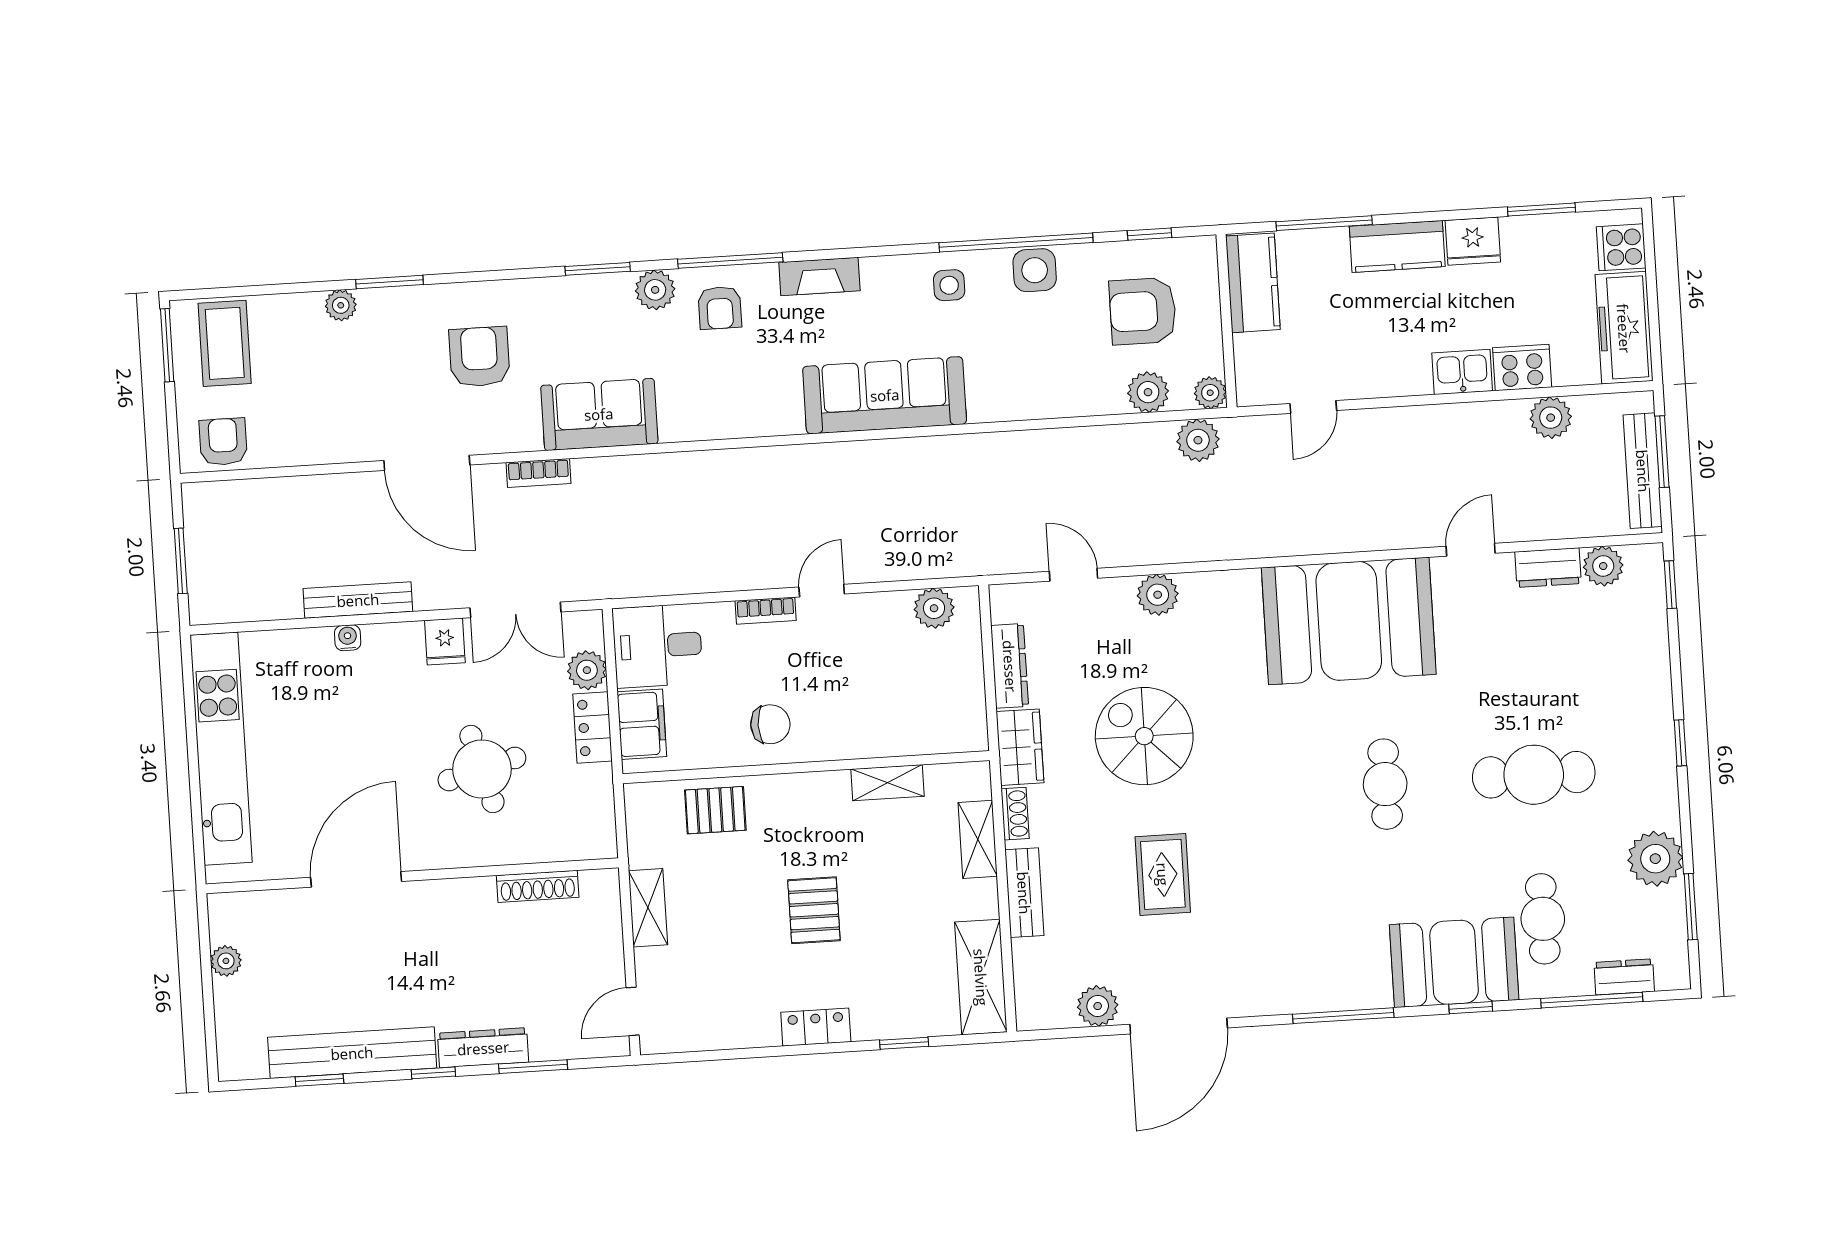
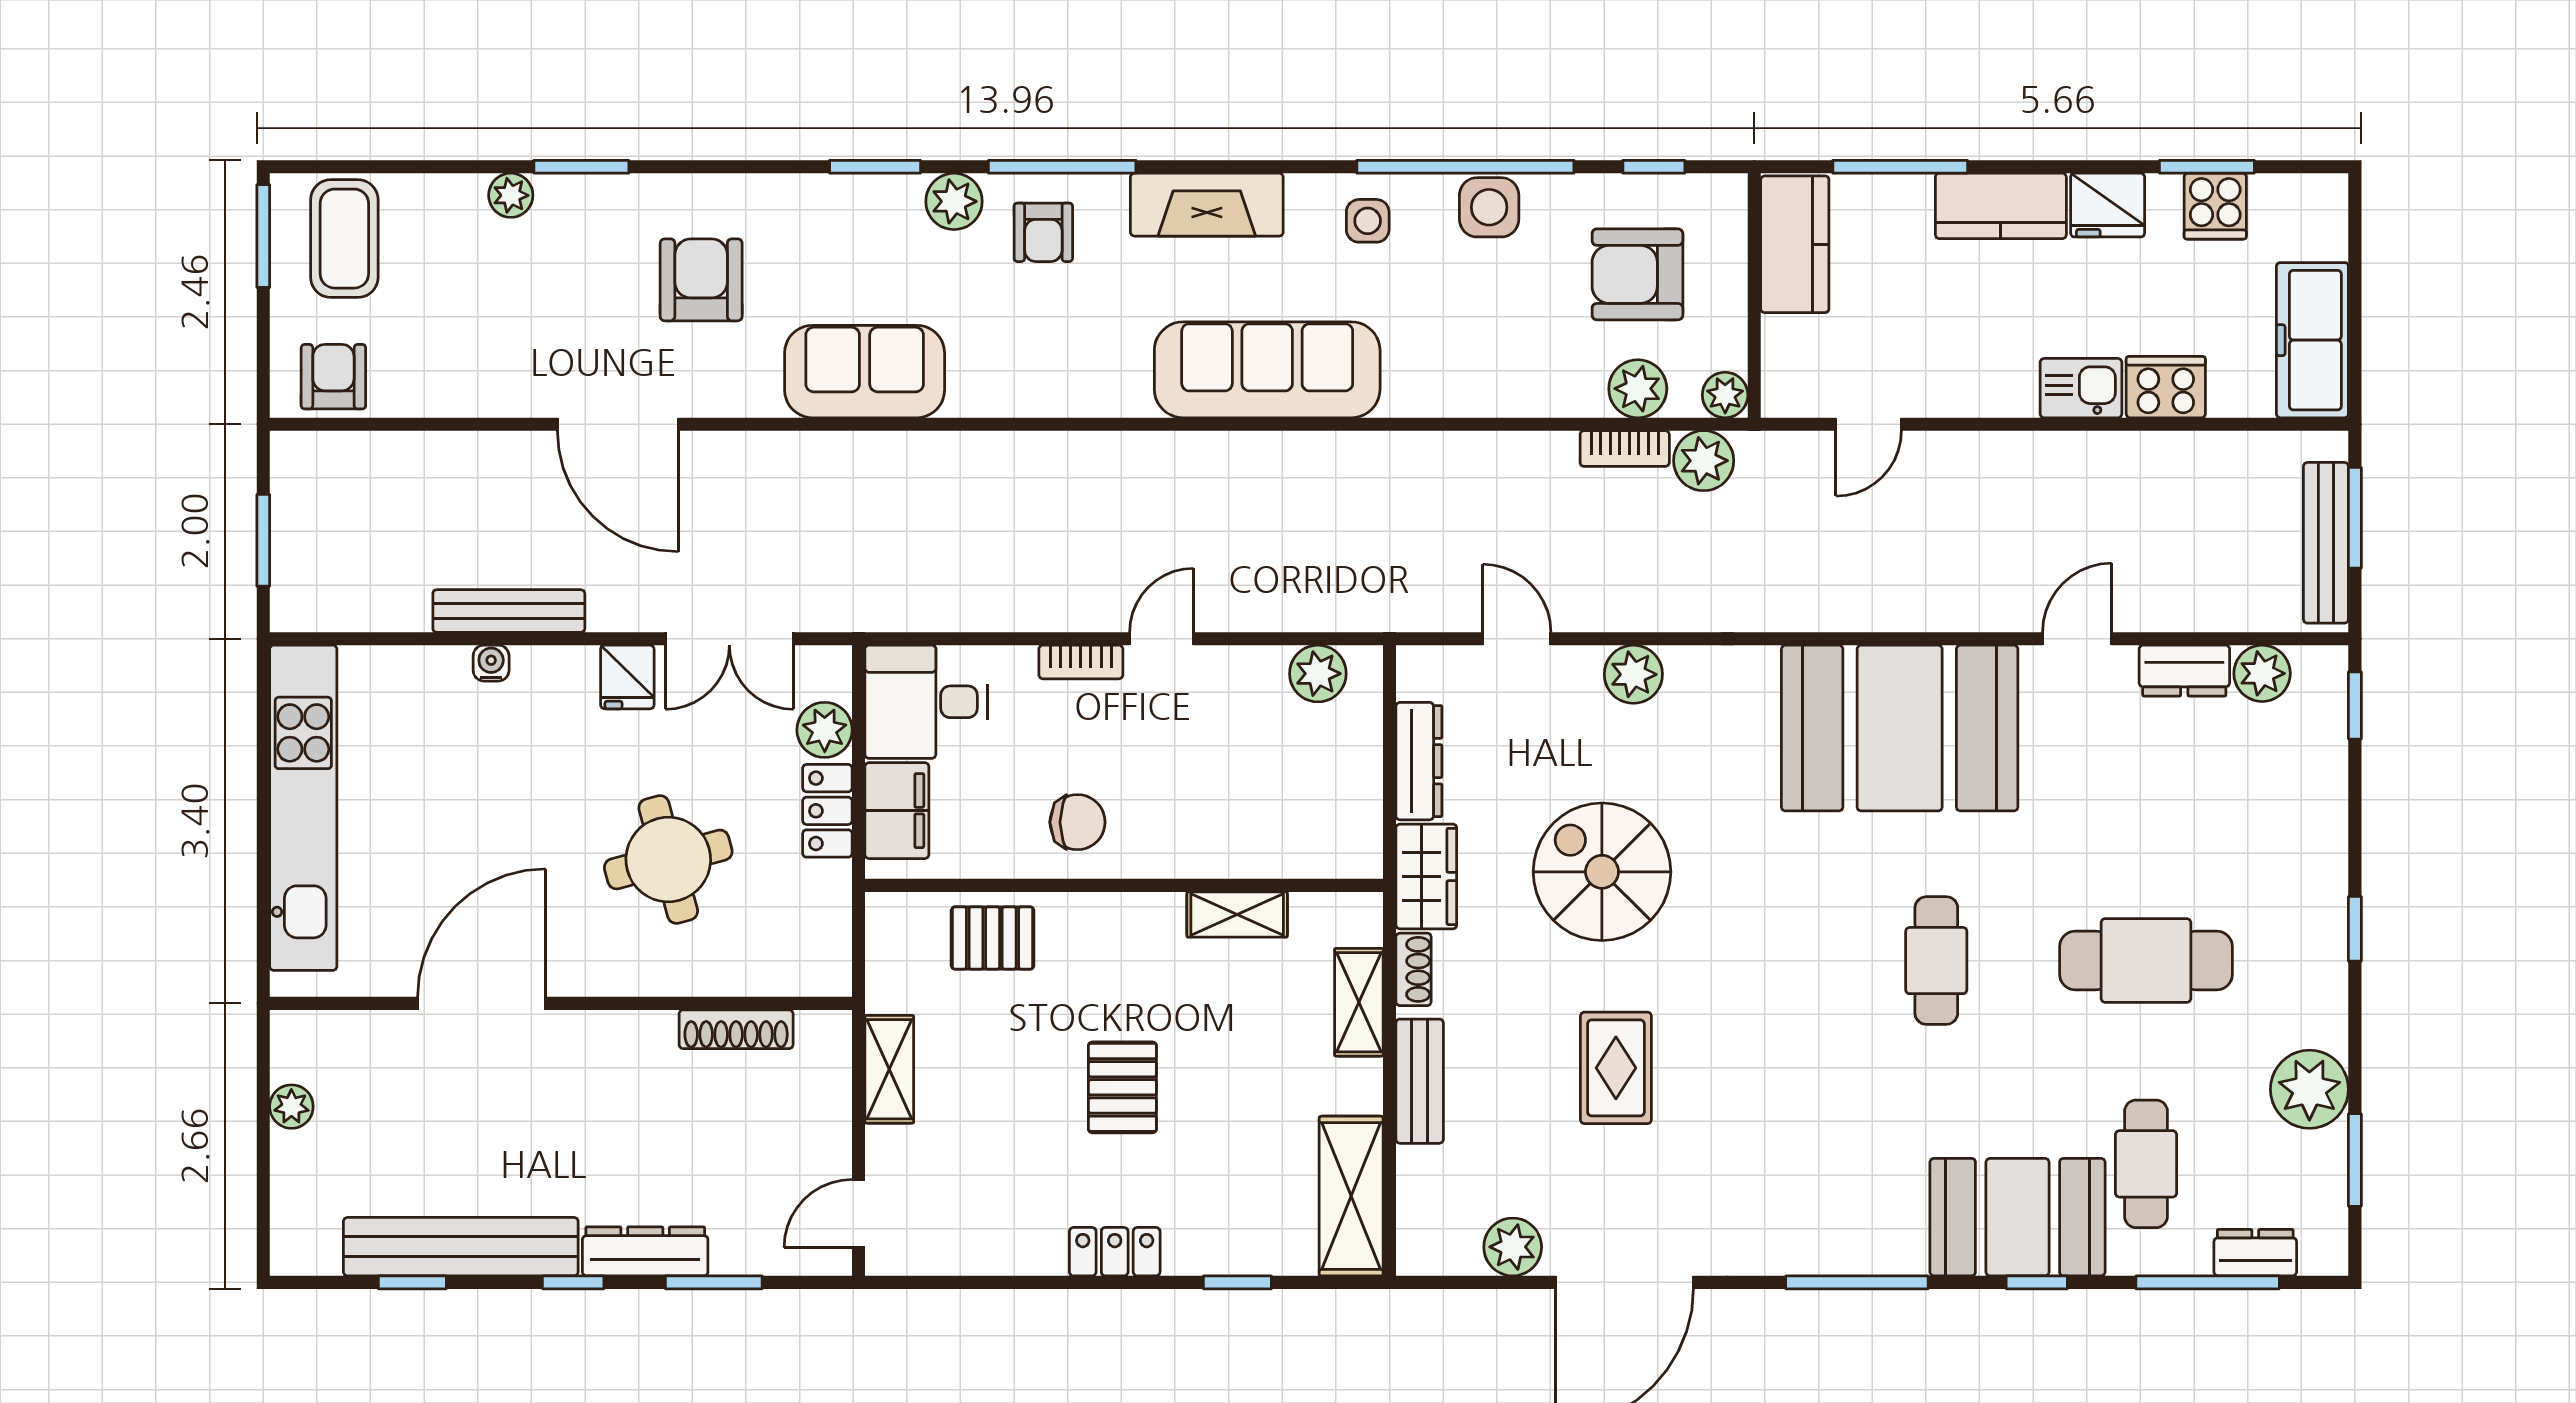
cooker: (1621, 247) -> (2215, 206), moved, turned -90
fireplace: (819, 276) -> (1207, 205), width x1.37, depth x1.32
plant: (1551, 418) -> (2201, 460), removed
bookcase: (538, 473) -> (1625, 448), moved

